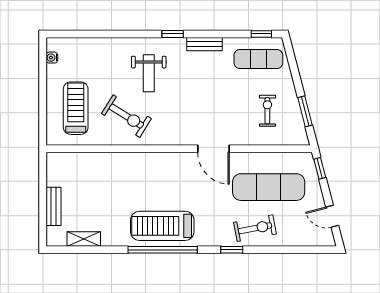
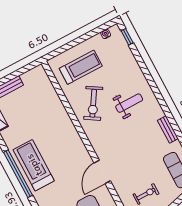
window: (173, 34) -> (127, 37), moved
weight bench: (149, 73) -> (129, 103), turned 180

